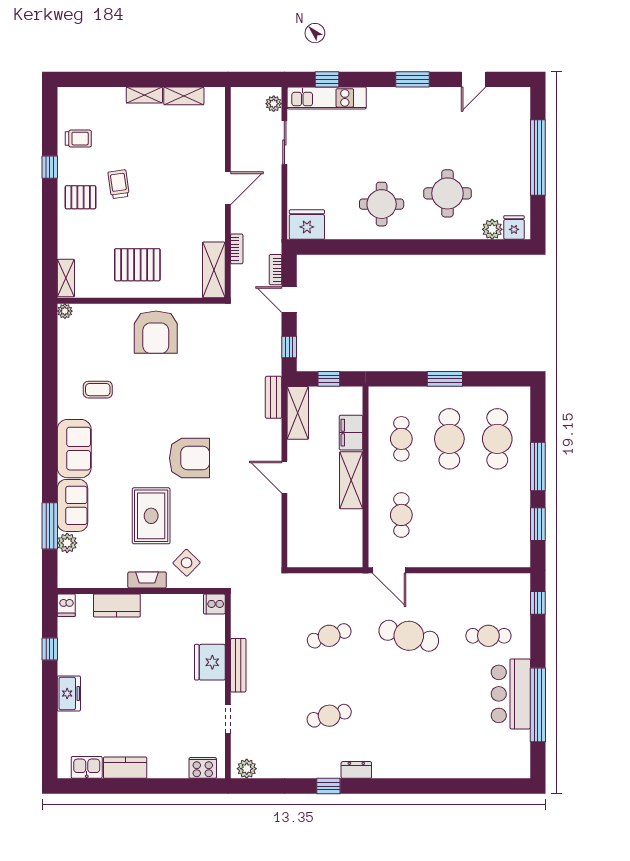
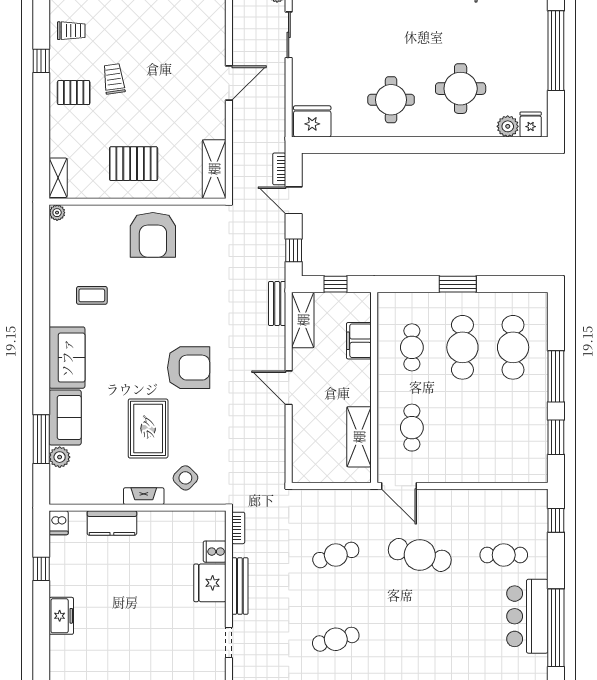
bookcase: (237, 249) -> (238, 528), moved
shelving: (351, 480) -> (359, 437), moved
cooker: (214, 604) -> (215, 552), moved

